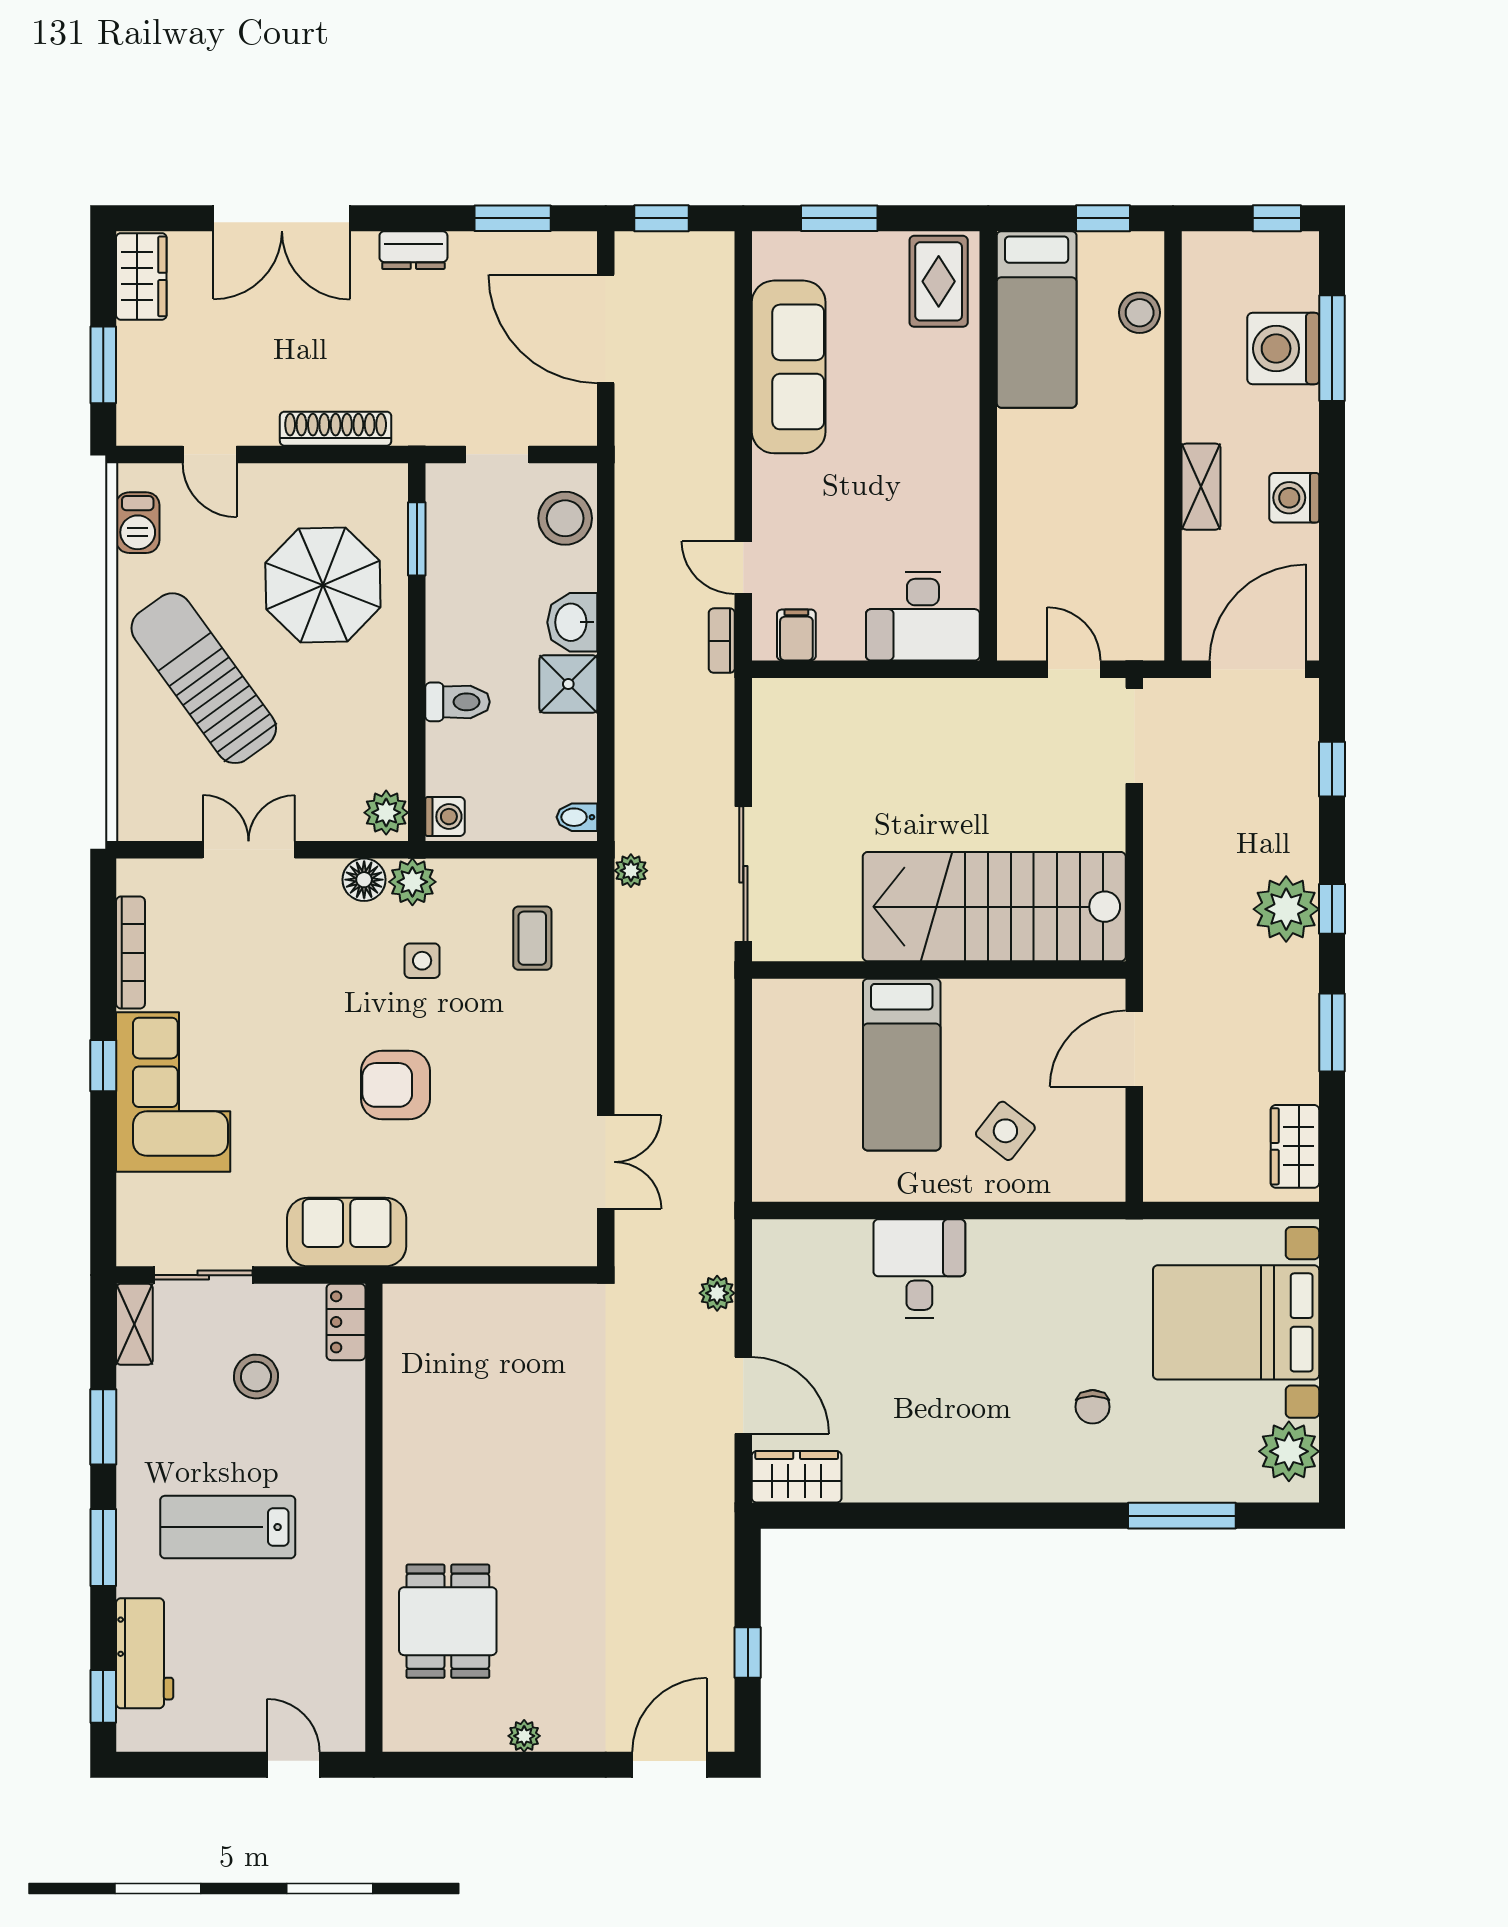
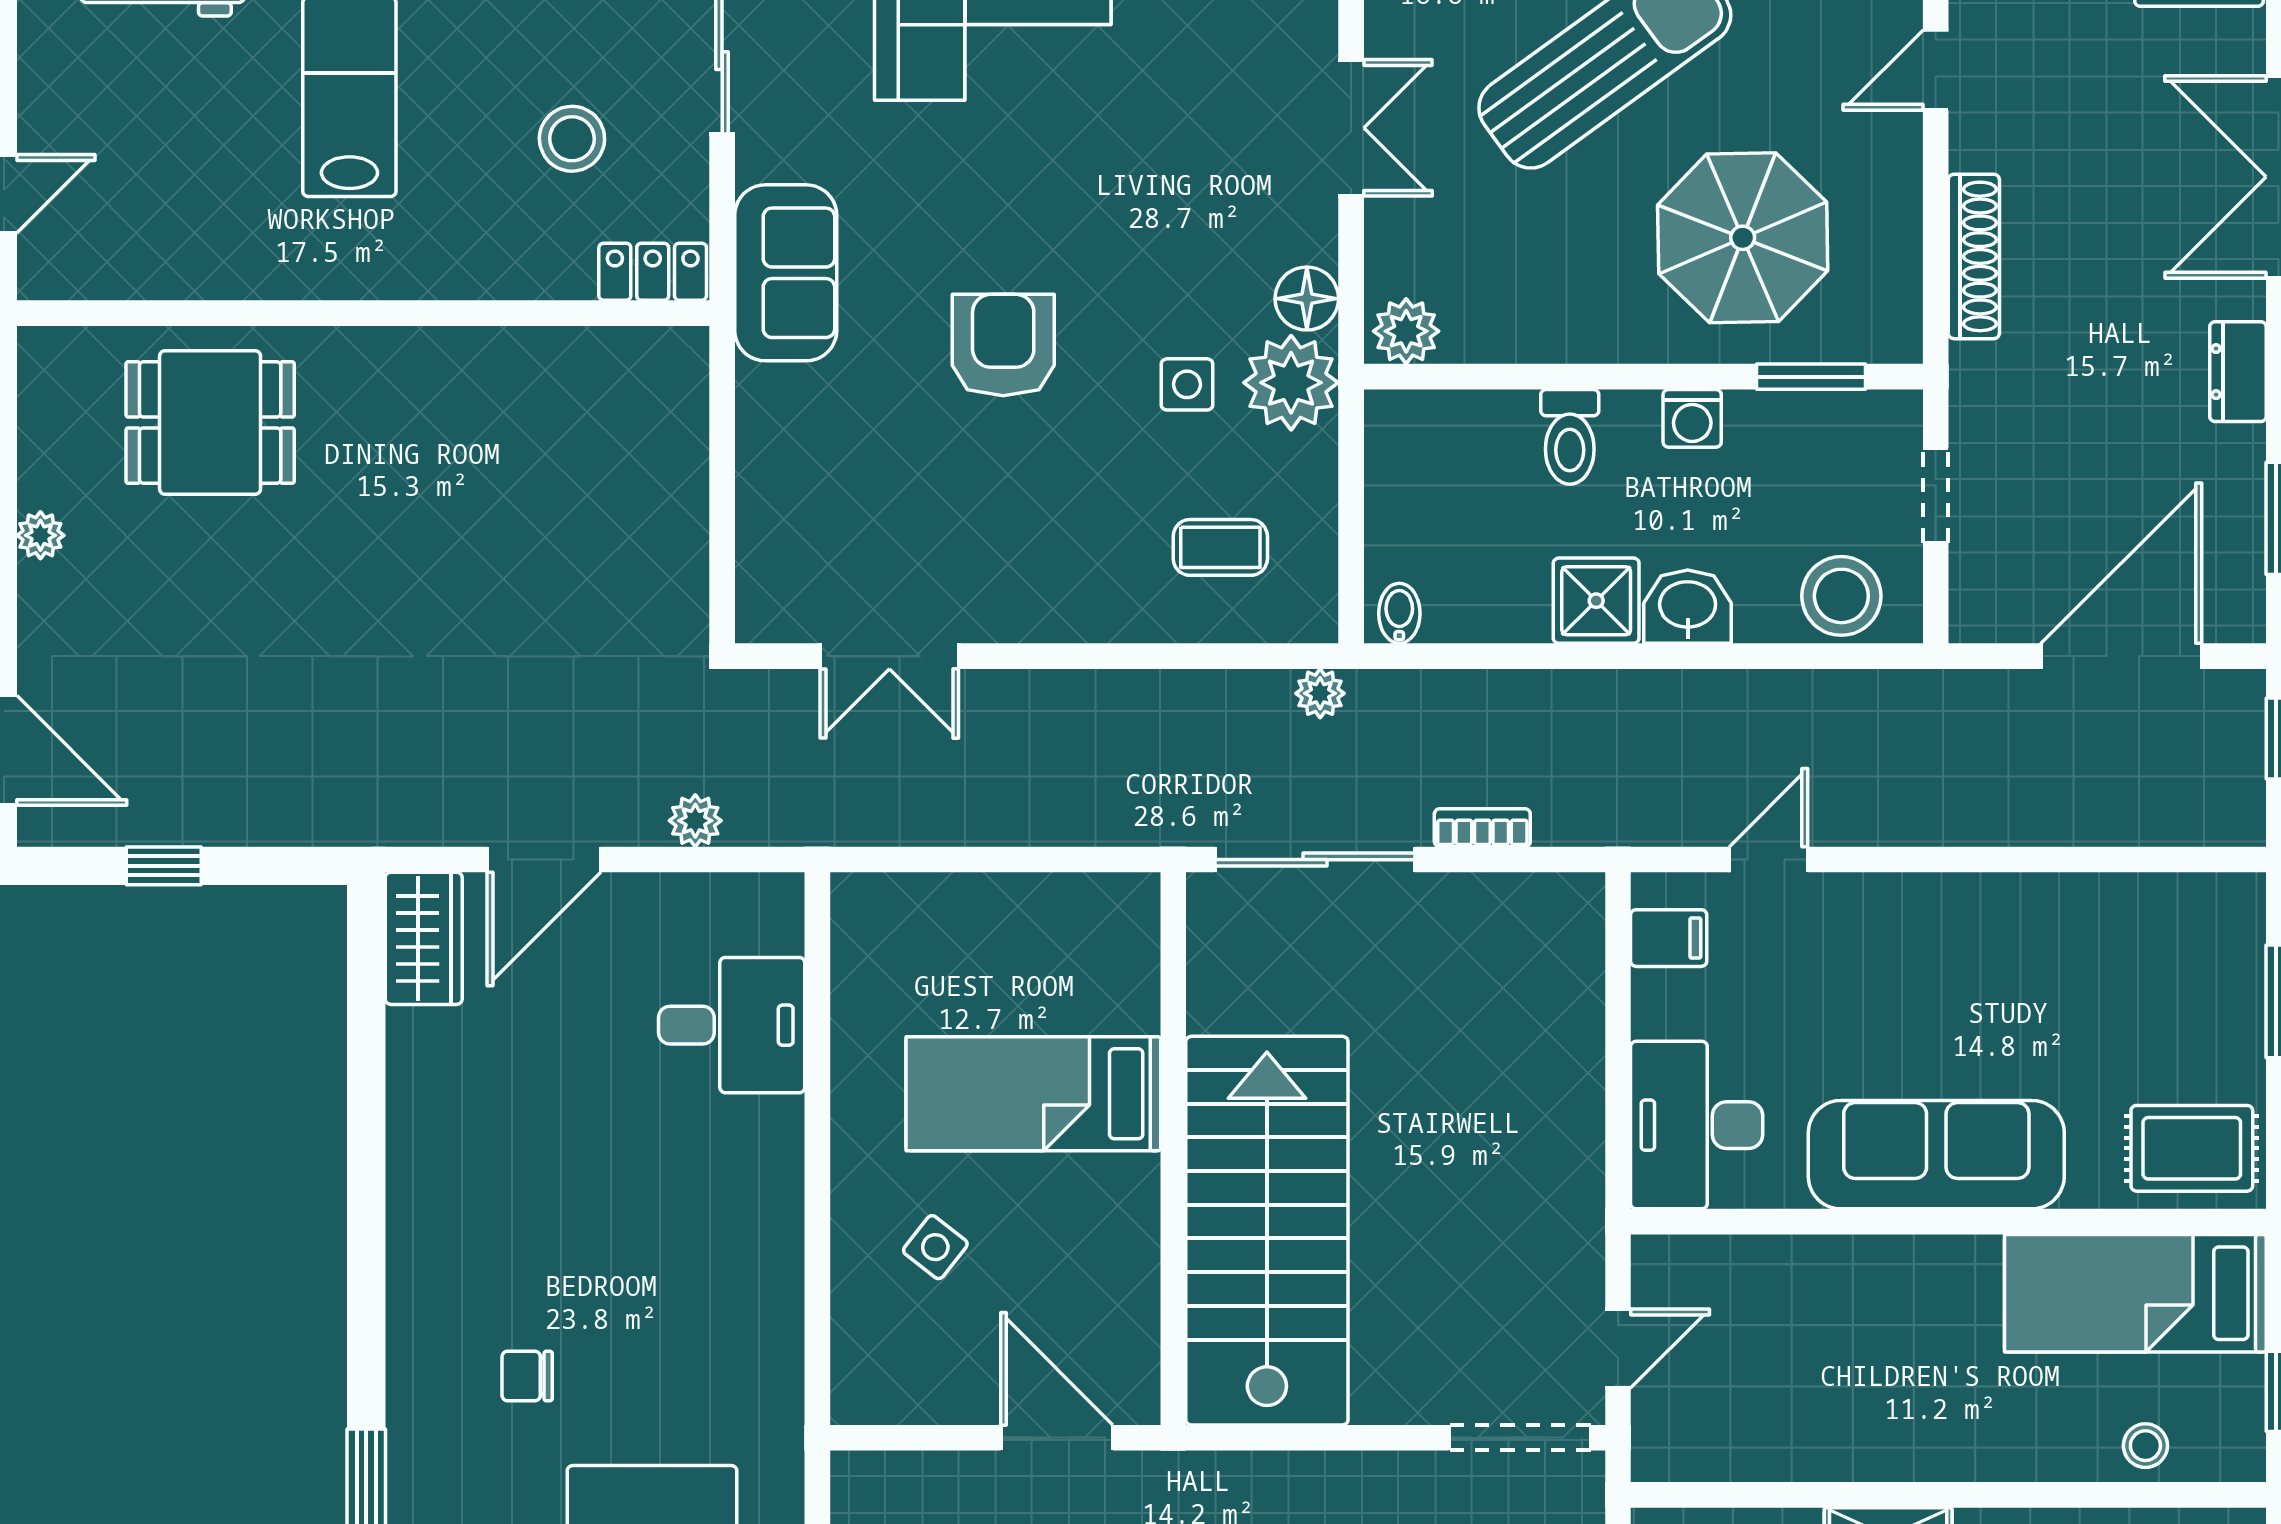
stool: (1140, 313) -> (2145, 1446), width x0.73, depth x0.73
sofa: (789, 367) -> (1936, 1155), moved, turned 180
bookcase: (722, 641) -> (1482, 828), moved
washing machine: (445, 817) -> (1692, 418), moved
plant: (412, 882) -> (1291, 383), width x1.36, depth x1.36
side table: (1005, 1131) -> (935, 1247), width x0.73, depth x0.73
desk: (919, 1269) -> (732, 1025), moved

